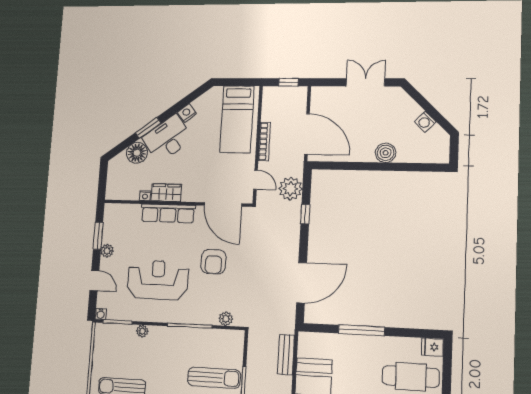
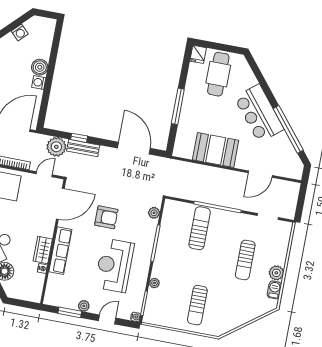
washing machine: (366, 155) -> (39, 82), added
bench: (286, 355) -> (83, 148), moved

